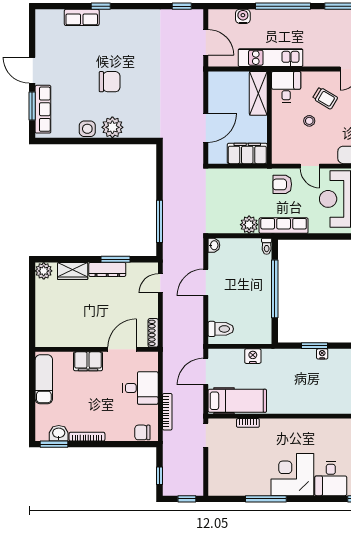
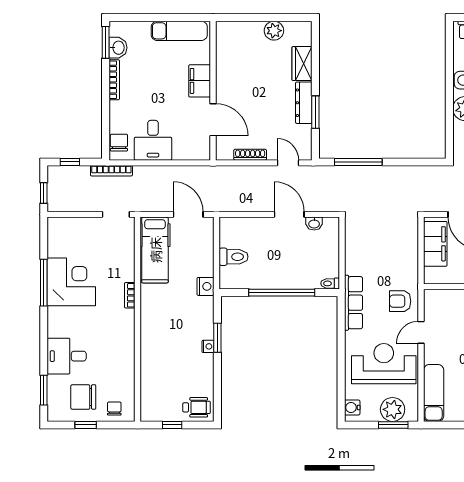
filing cabinet: (247, 153) -> (435, 244), moved
armchair: (282, 184) -> (400, 301), turned -90
plant: (249, 225) -> (355, 264), removed
washbasin: (214, 245) -> (314, 224), moved
plant: (44, 271) -> (274, 31), moved
toilet: (221, 329) -> (233, 257), moved, turned -90
shoe rack: (153, 333) -> (250, 155), moved
nightstand: (253, 356) -> (206, 286), moved
desk: (140, 388) -> (153, 140), moved
bookcase: (167, 412) -> (111, 171), moved
bookcase: (248, 423) -> (130, 295), moved
corner desk: (292, 475) -> (71, 282), moved

